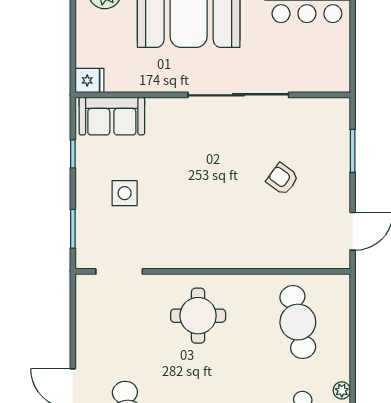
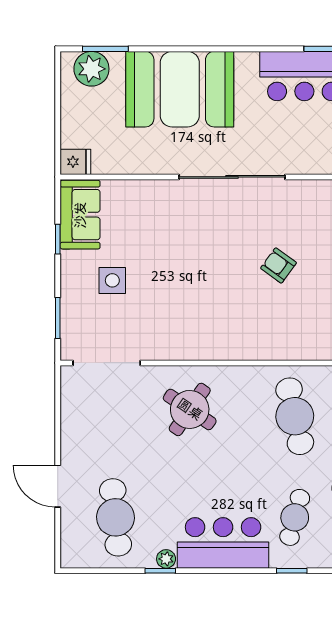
sofa: (112, 116) -> (80, 215), moved, turned -90
doorway: (119, 271) -> (107, 363), width x1.36
round table: (198, 316) -> (190, 409), turned 34

